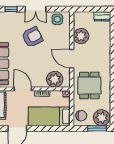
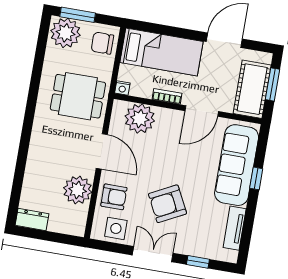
armchair: (61, 36) -> (114, 197), added
dining table: (89, 85) -> (78, 96), turned 90
door: (23, 89) -> (202, 111), hinge flipped

